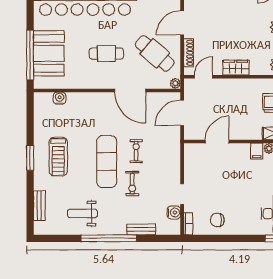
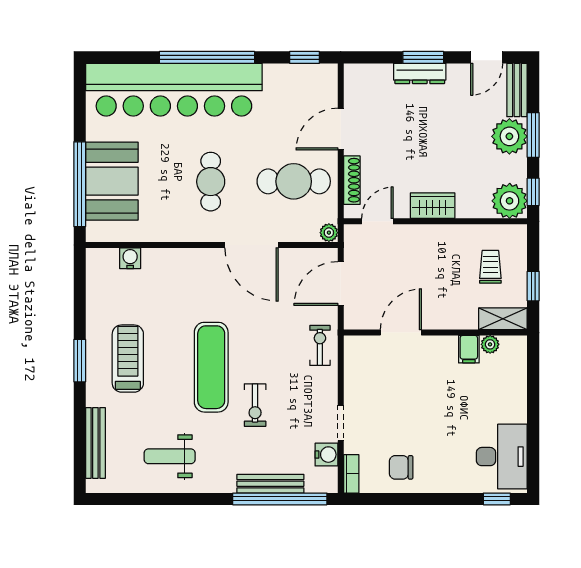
cafe table: (155, 53) -> (294, 181), turned -41
cafe table: (106, 54) -> (211, 182), turned 90
exercise bike: (136, 151) -> (320, 345), moved
treadmill: (58, 157) -> (128, 359), turned 180
bench: (39, 206) -> (95, 443), width x1.36
bench: (141, 229) -> (270, 484), width x1.36
window: (109, 238) -> (280, 499), moved

